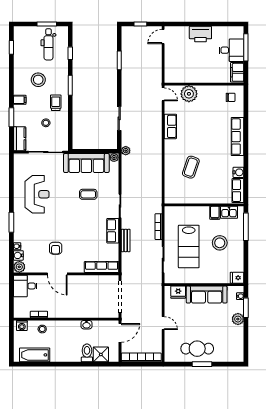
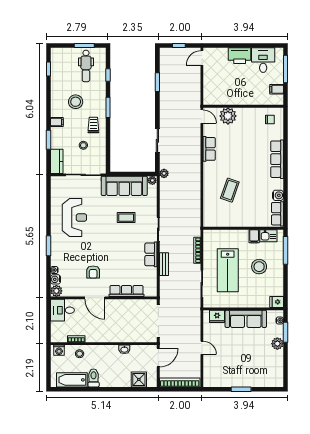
desk: (231, 50) -> (263, 60), moved, turned -90
filing cabinet: (237, 72) -> (277, 89), width x0.50
row of seats: (102, 267) -> (126, 291), moved
cafe table: (197, 349) -> (236, 374), removed
toilet: (87, 353) -> (94, 378), moved

